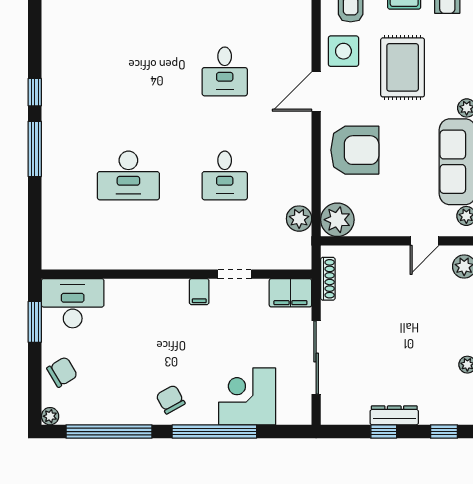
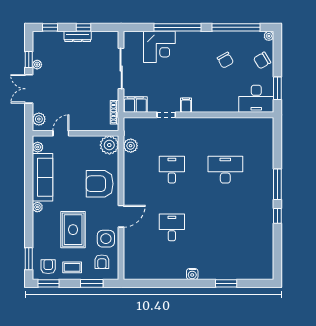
chair: (171, 399) -> (225, 60), moved

